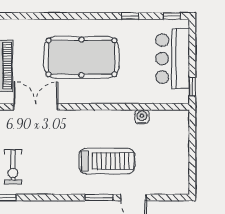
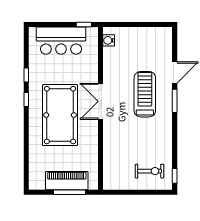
window: (172, 16) -> (26, 100), moved
double door: (36, 107) -> (100, 101), moved
water cooler: (142, 117) -> (109, 40), moved

